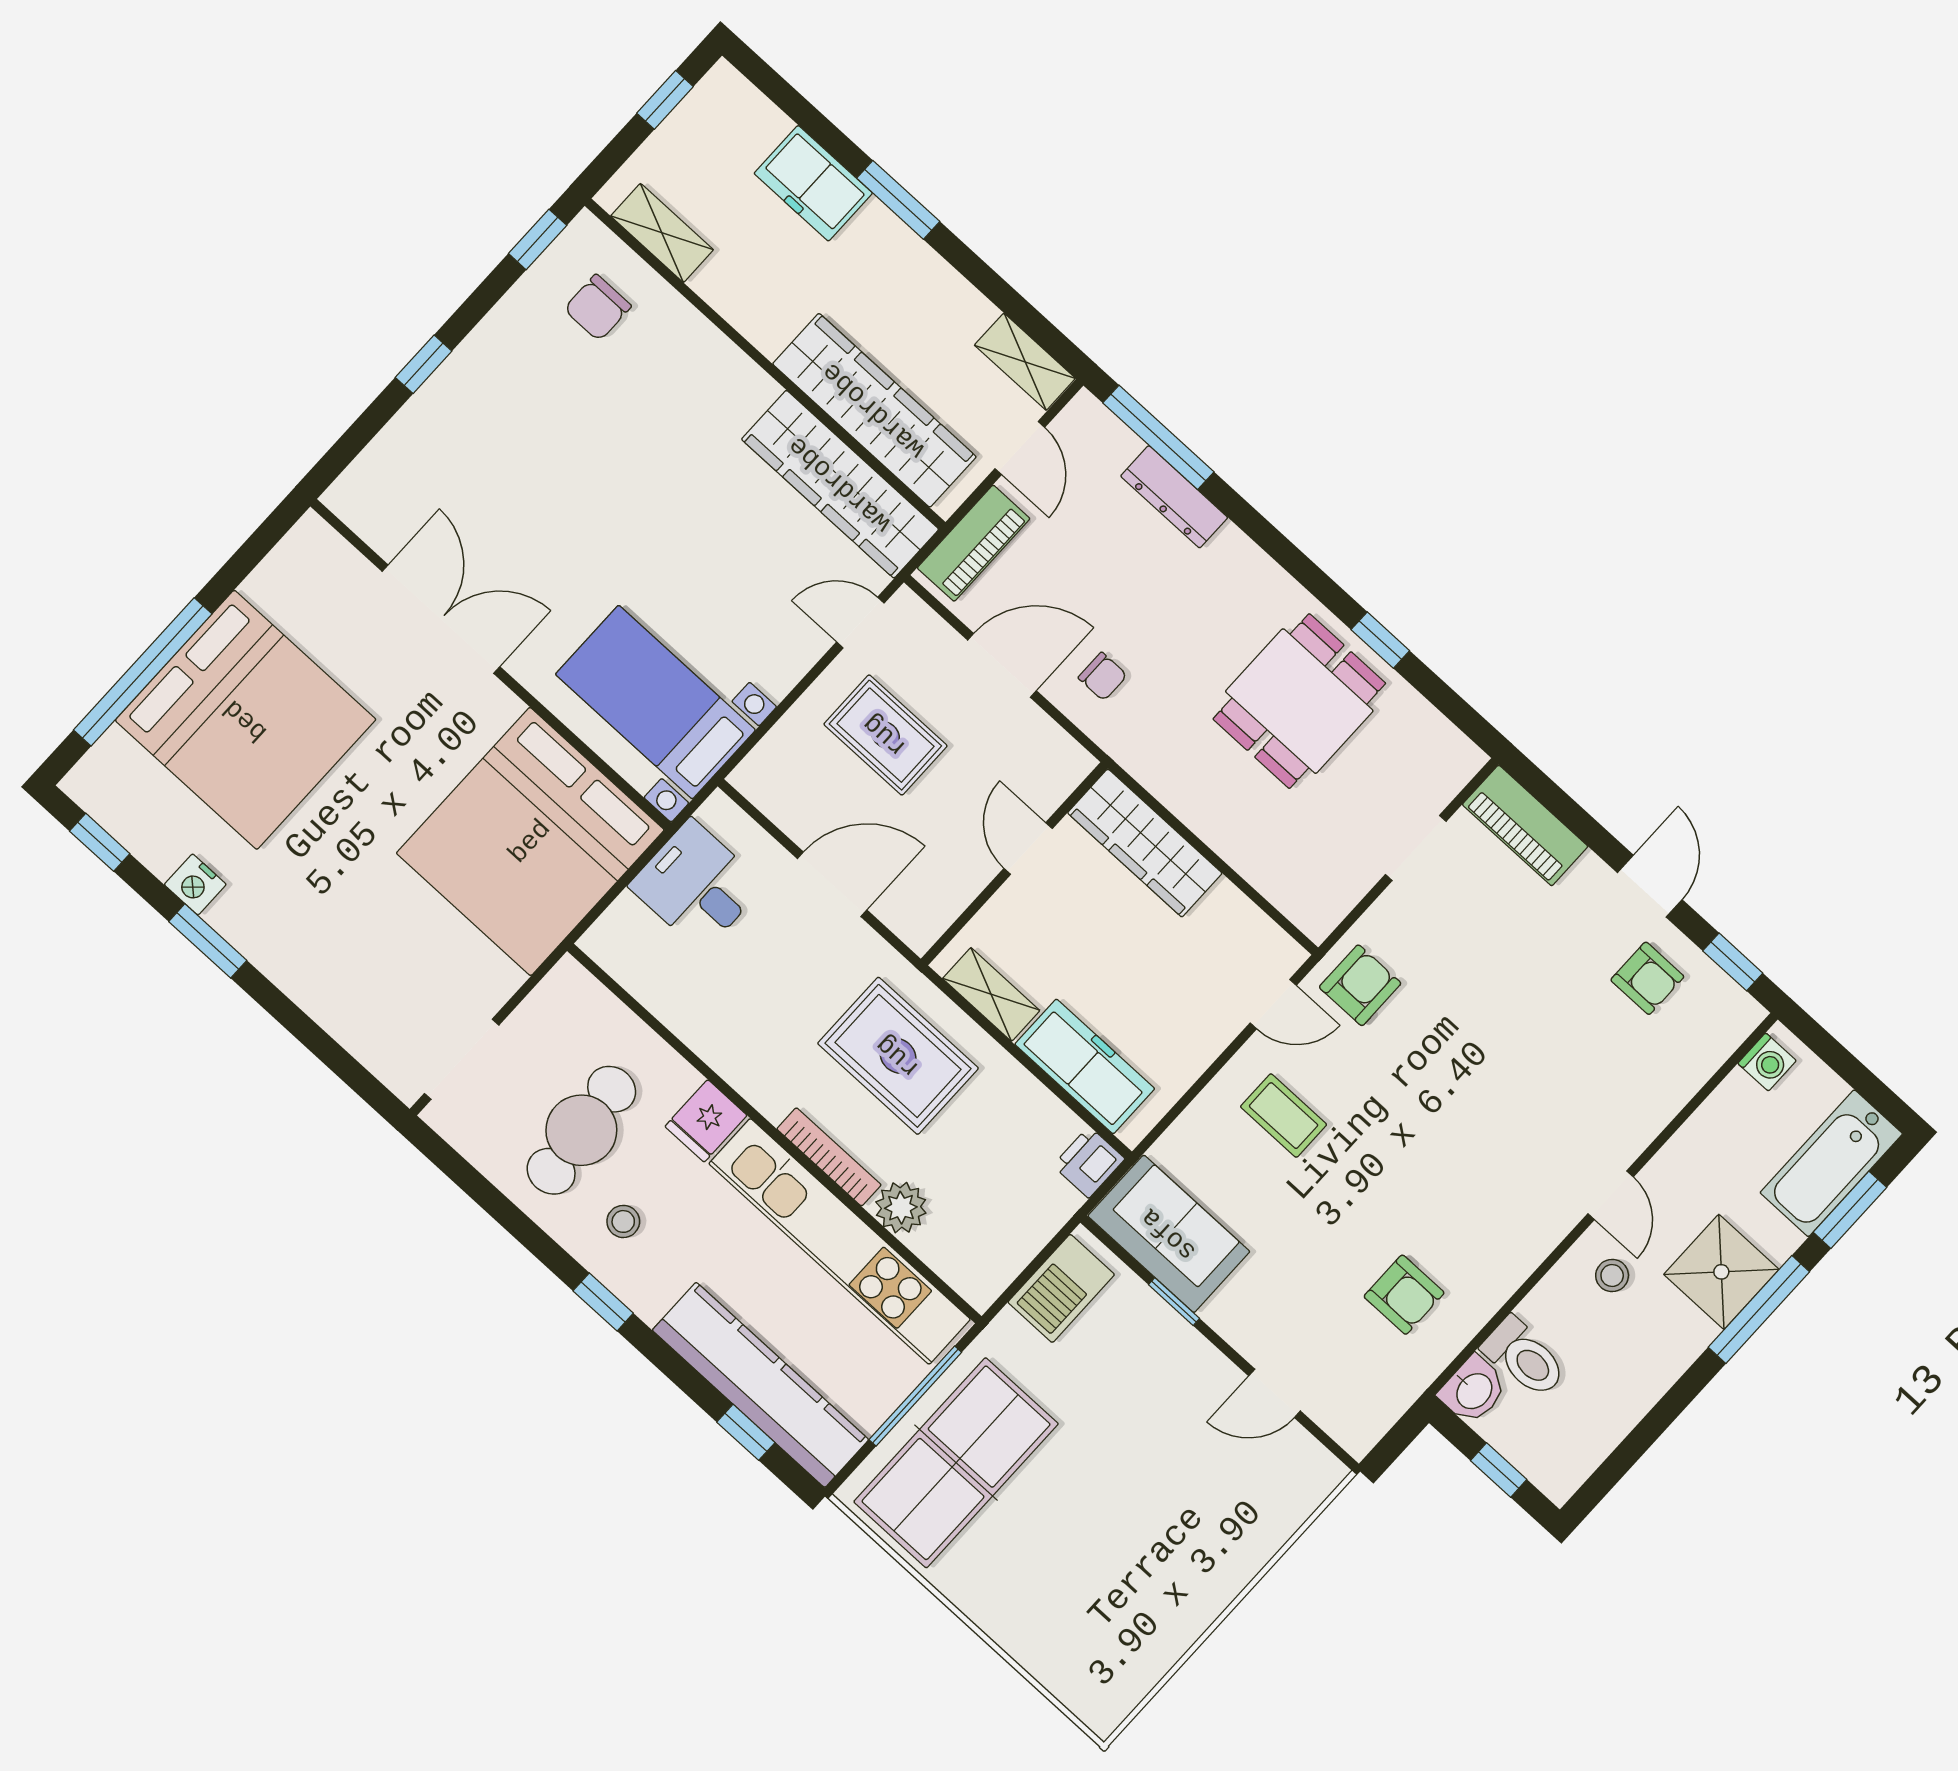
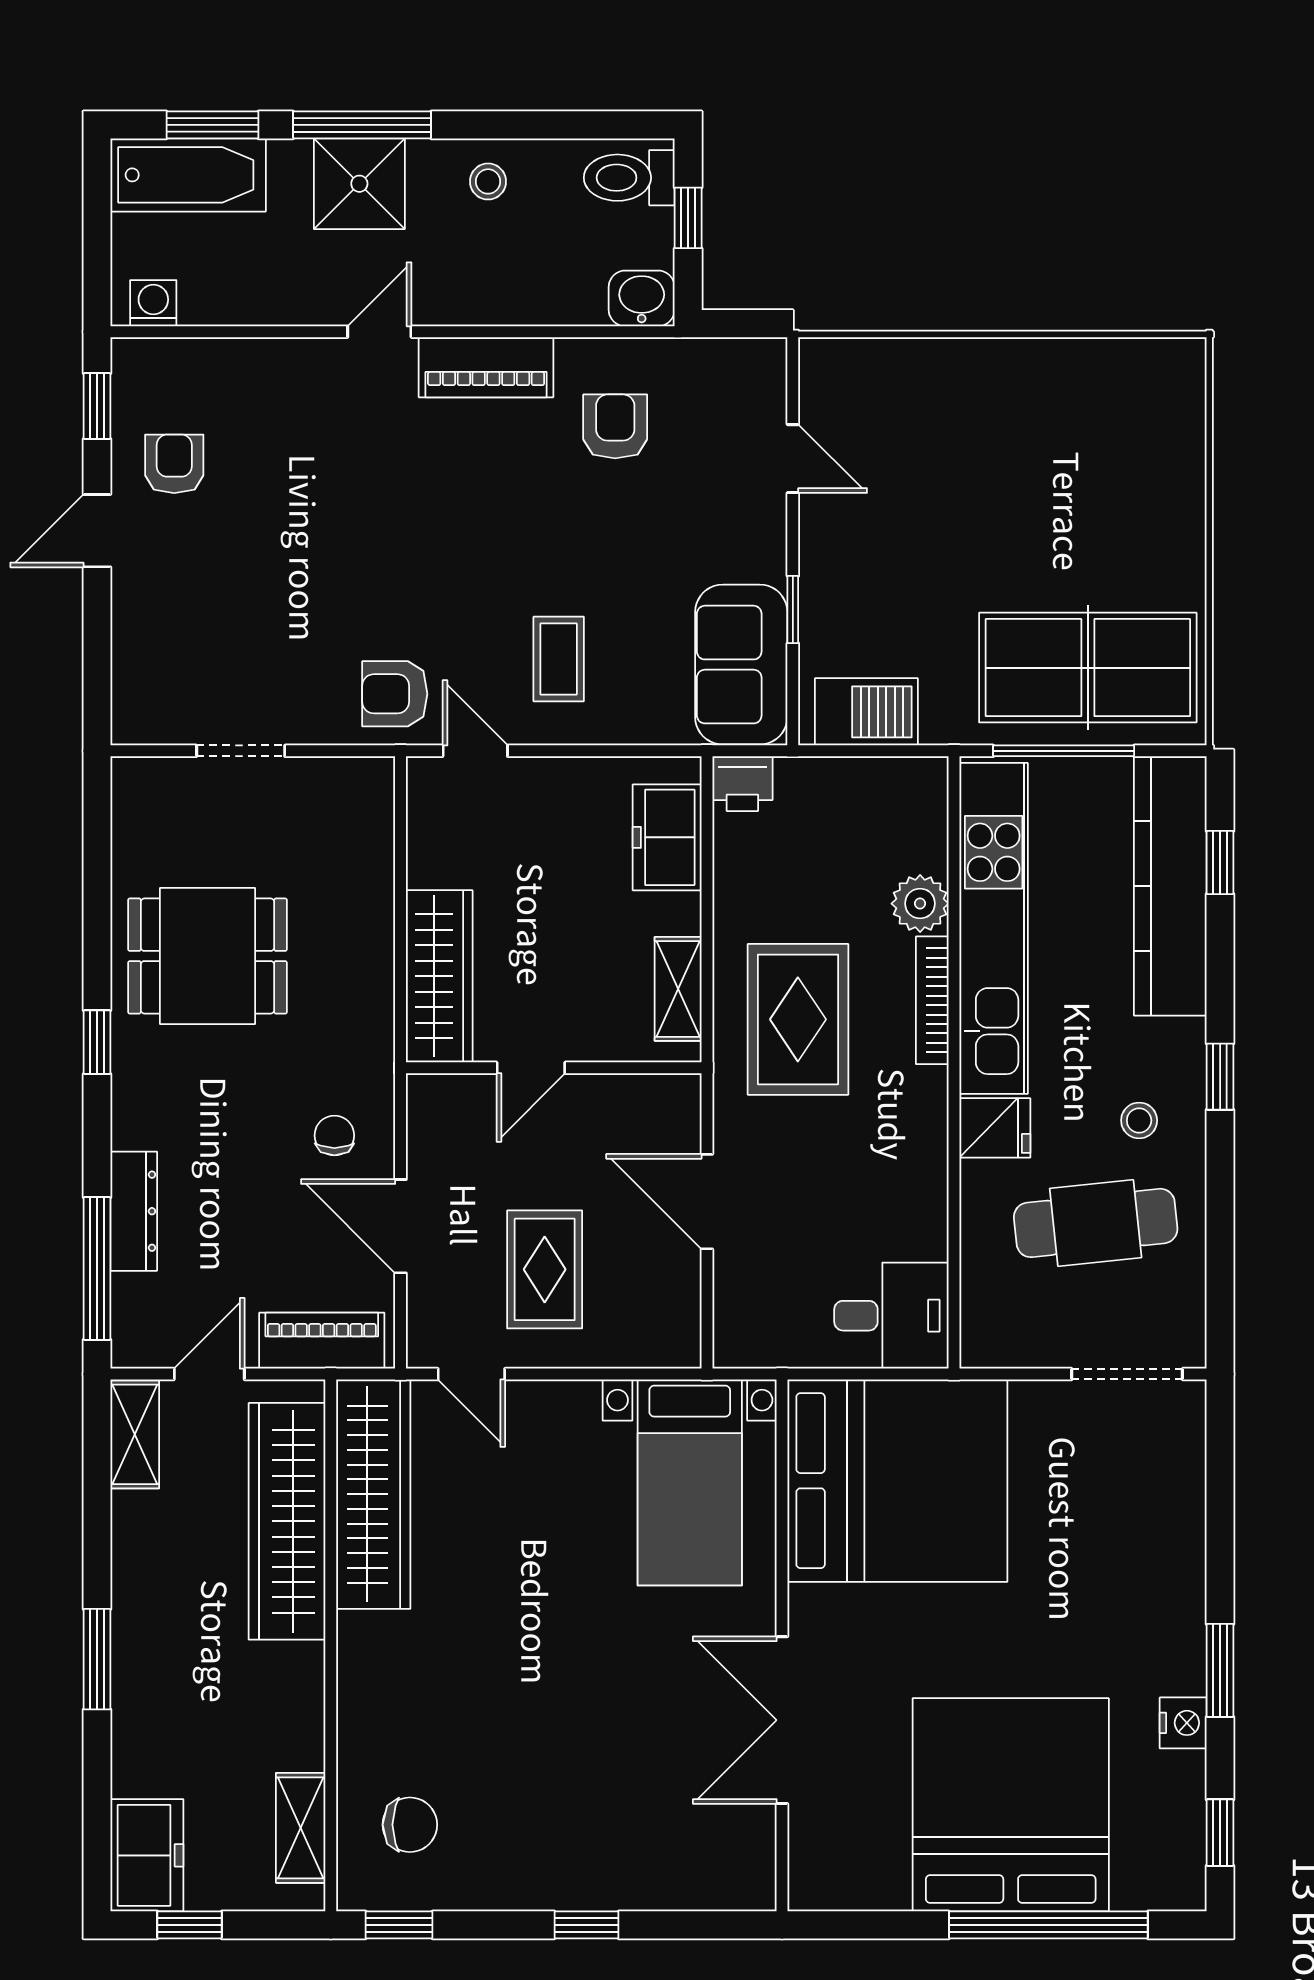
freezer: (813, 183) -> (147, 1855), moved
window: (1380, 640) -> (97, 1042), moved
piano: (1525, 825) -> (486, 367), moved, turned 90
desk: (697, 886) -> (891, 1316), moved, turned -90
freezer: (1085, 1066) -> (667, 837), width x0.71
stool: (1612, 1275) -> (488, 181), moved
toilet: (1524, 1358) -> (629, 178), moved, turned -90

